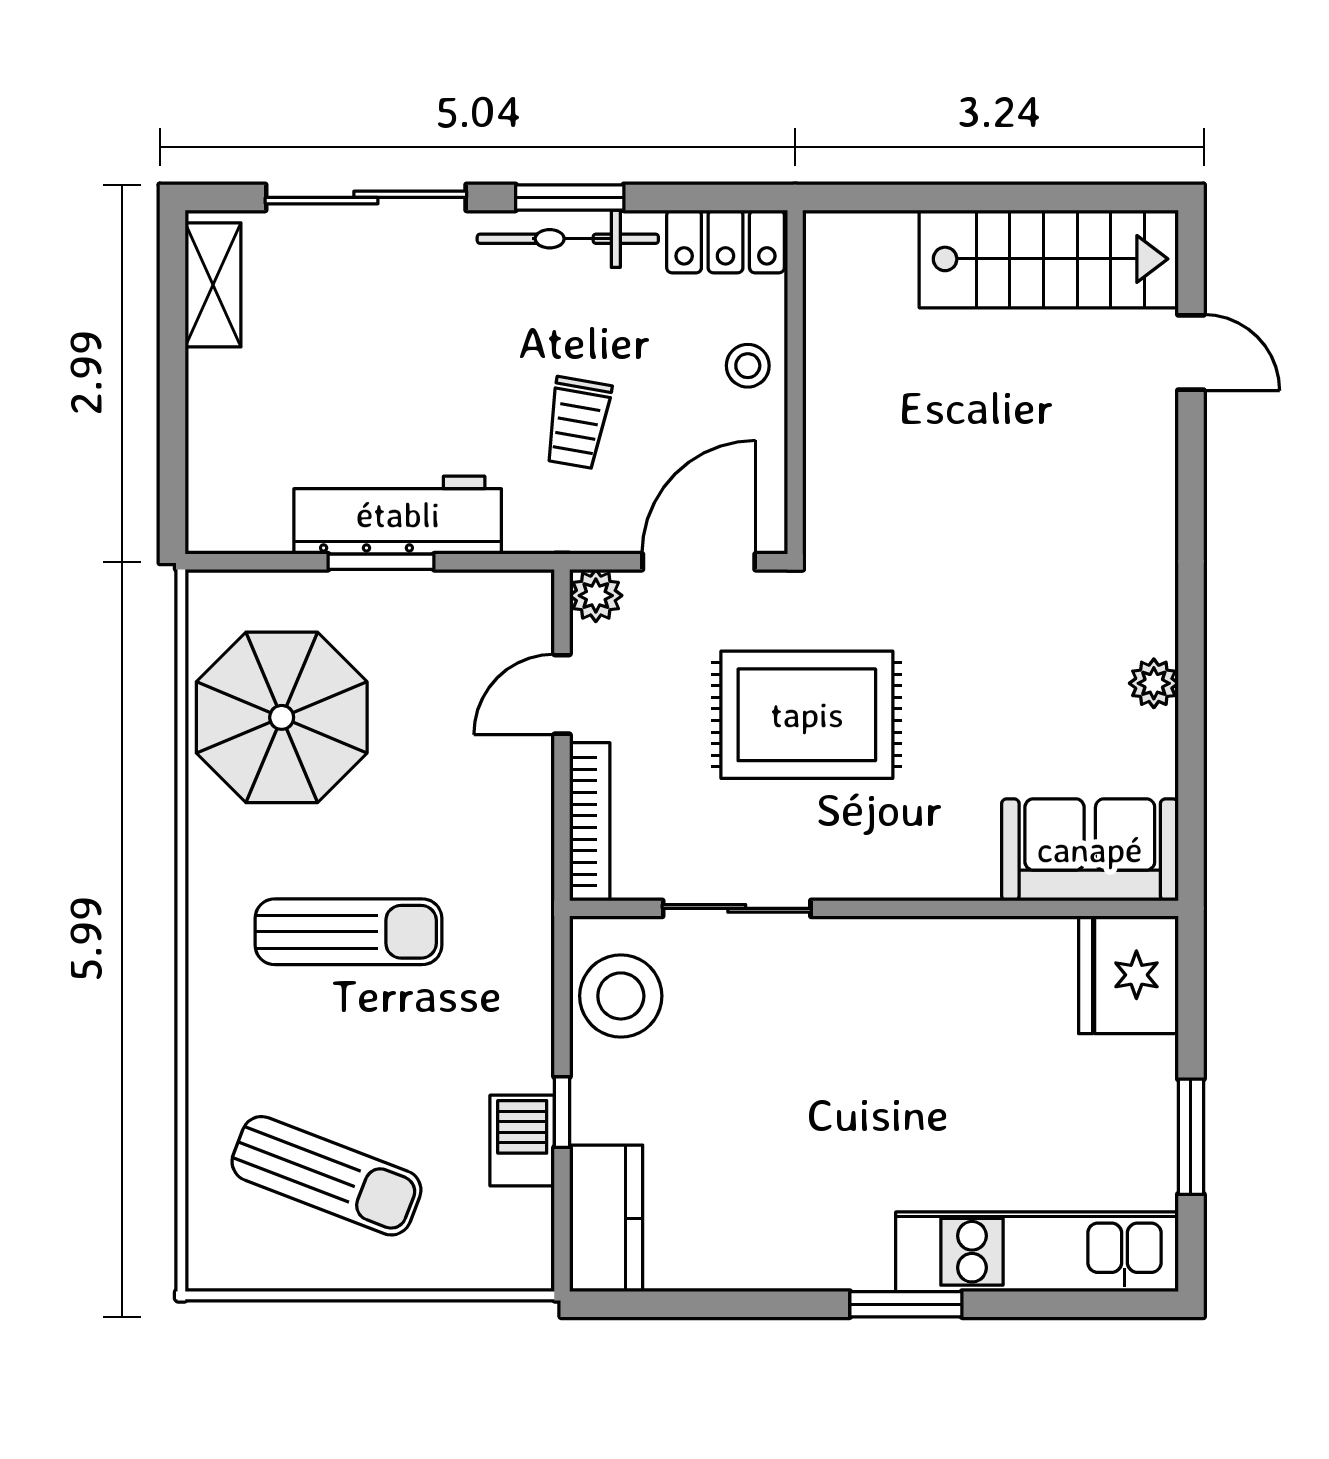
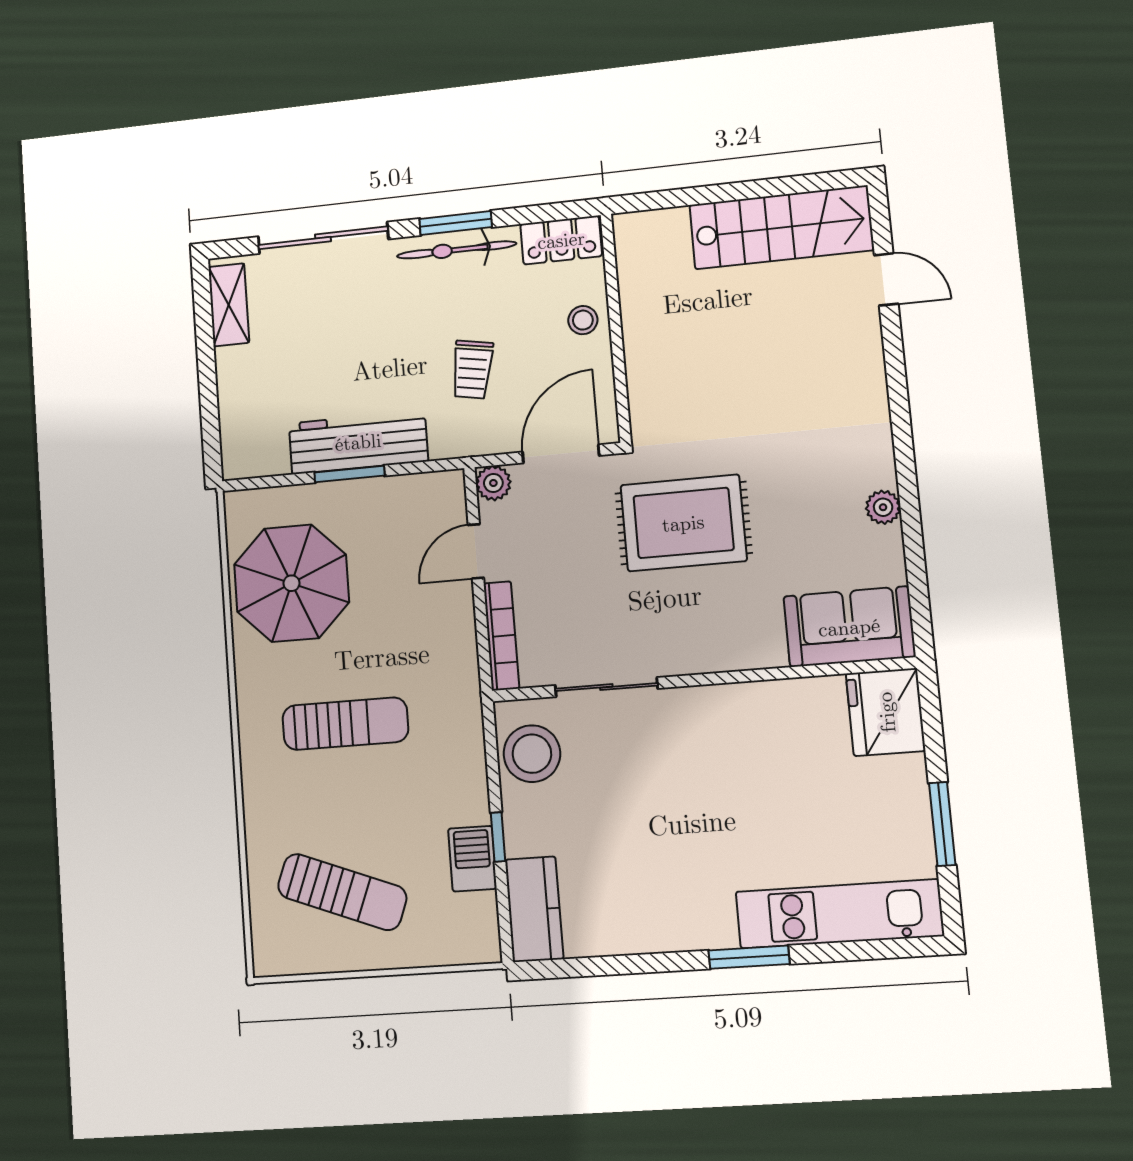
rug: (807, 715) -> (683, 523), moved

